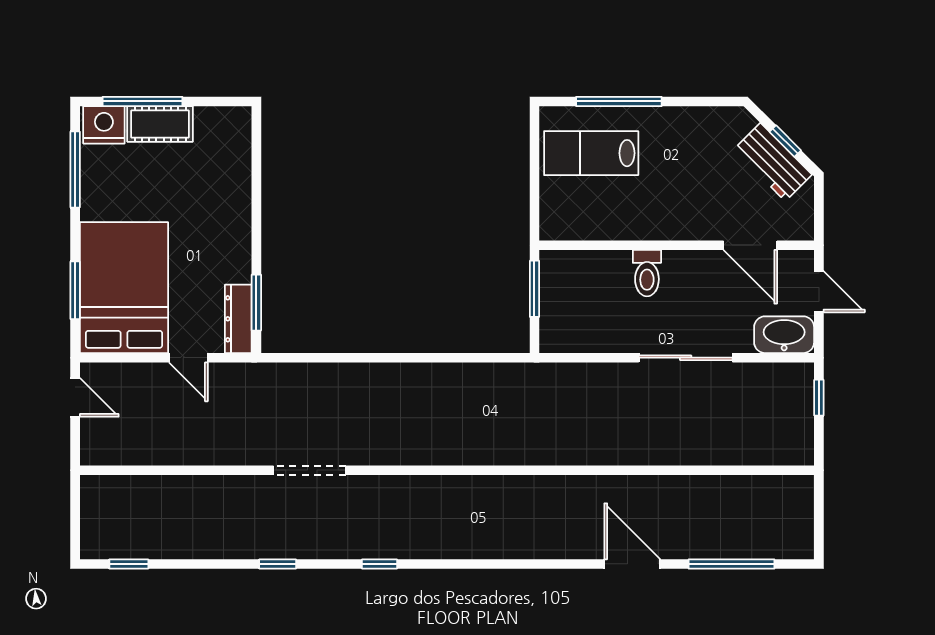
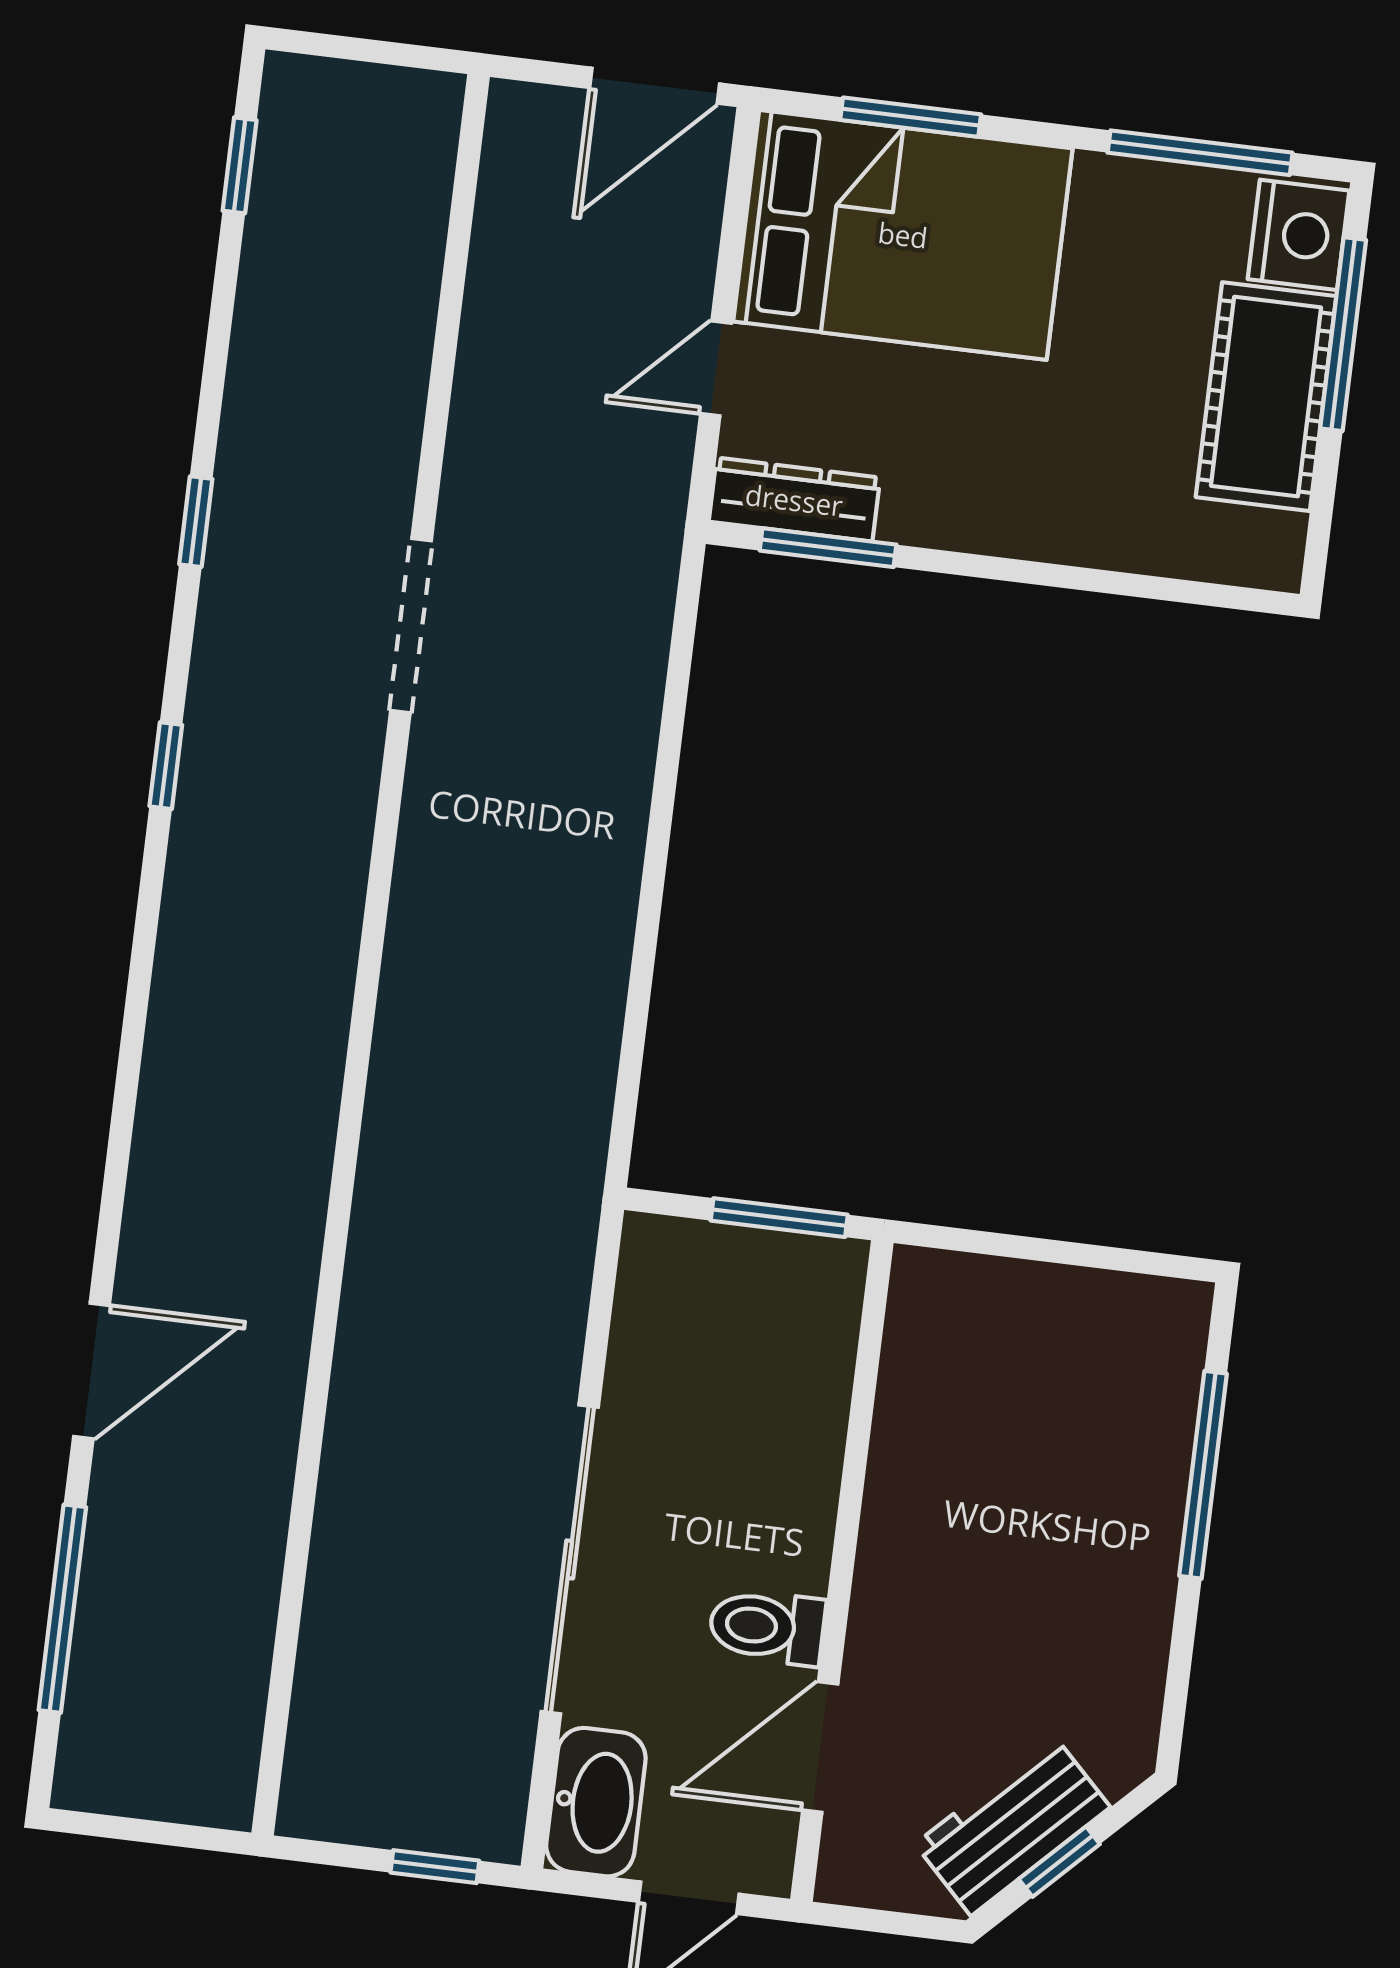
cot: (160, 124) -> (1266, 397), width x1.37, depth x1.34
lab bench: (591, 153) -> (1088, 1393), removed
toilet: (647, 273) -> (767, 1627), moved
sliding door: (686, 358) -> (570, 1559), width x1.36
door: (75, 397) -> (655, 86), width x1.38

